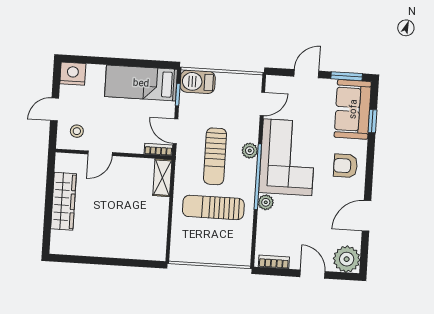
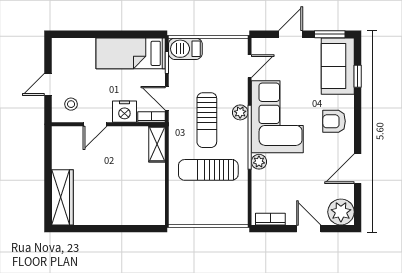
nightstand: (73, 74) -> (124, 112), moved, turned 180
wardrobe: (63, 201) -> (62, 197), moved

